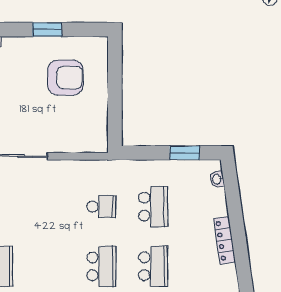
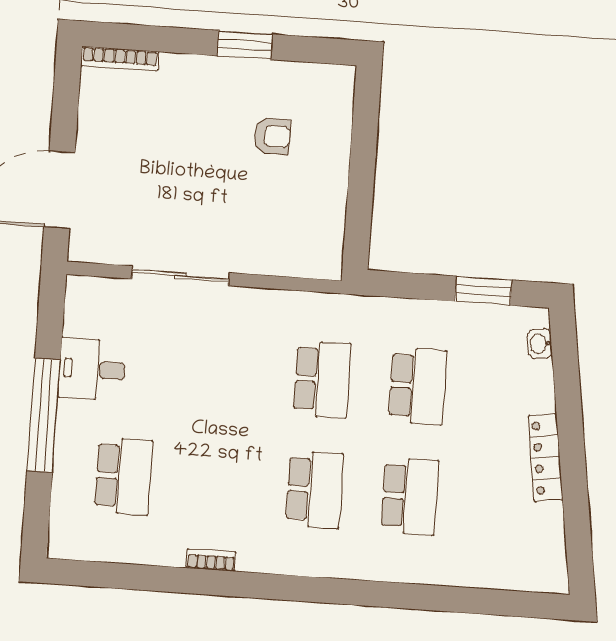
armchair: (65, 78) -> (272, 136), width x0.53, depth x0.53
school desk: (101, 207) -> (322, 379), width x1.85

